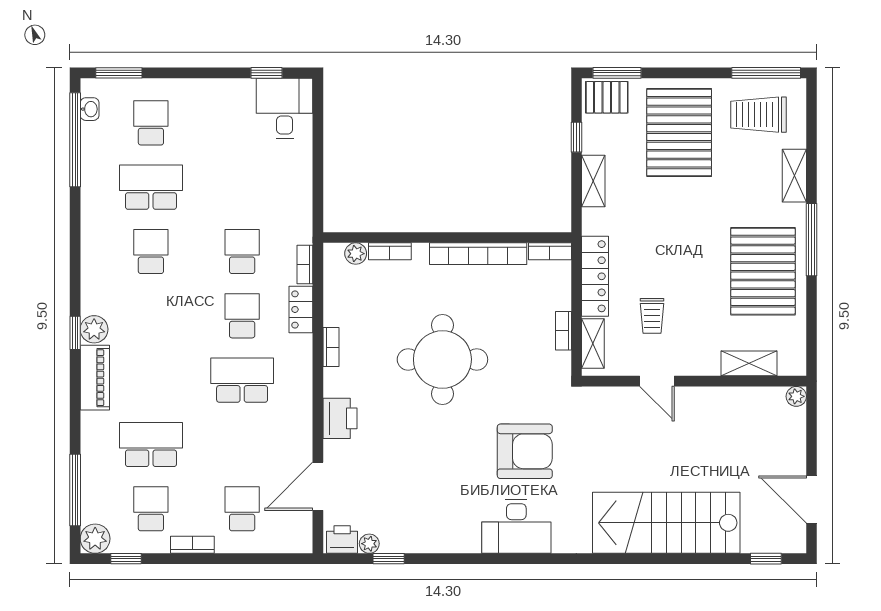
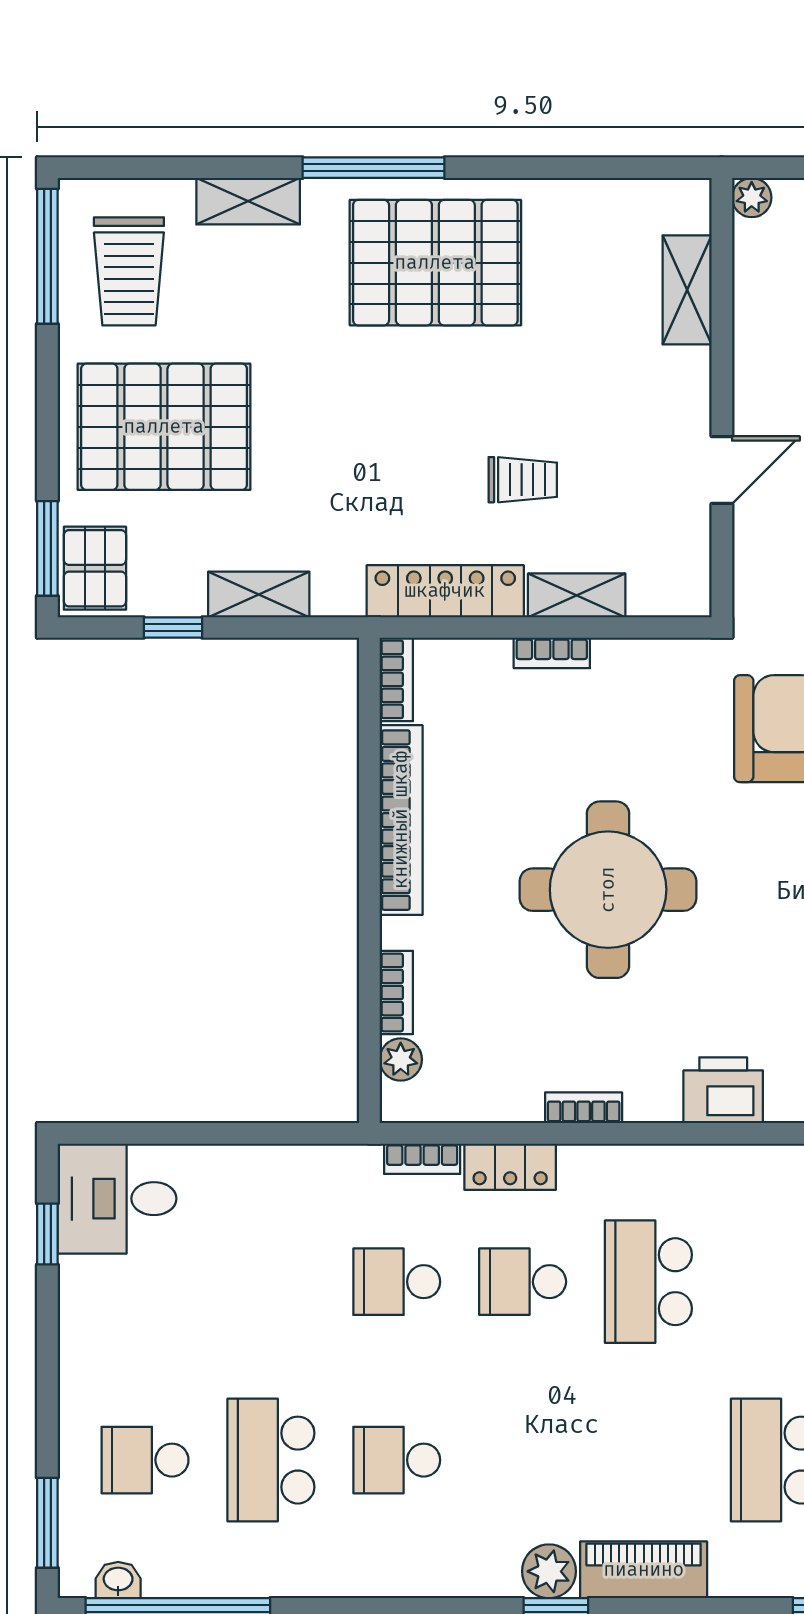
shelving: (749, 363) -> (687, 290), moved
door: (657, 381) -> (722, 470), moved
wall: (694, 381) -> (722, 398), moved
plant: (796, 396) -> (752, 198), moved

